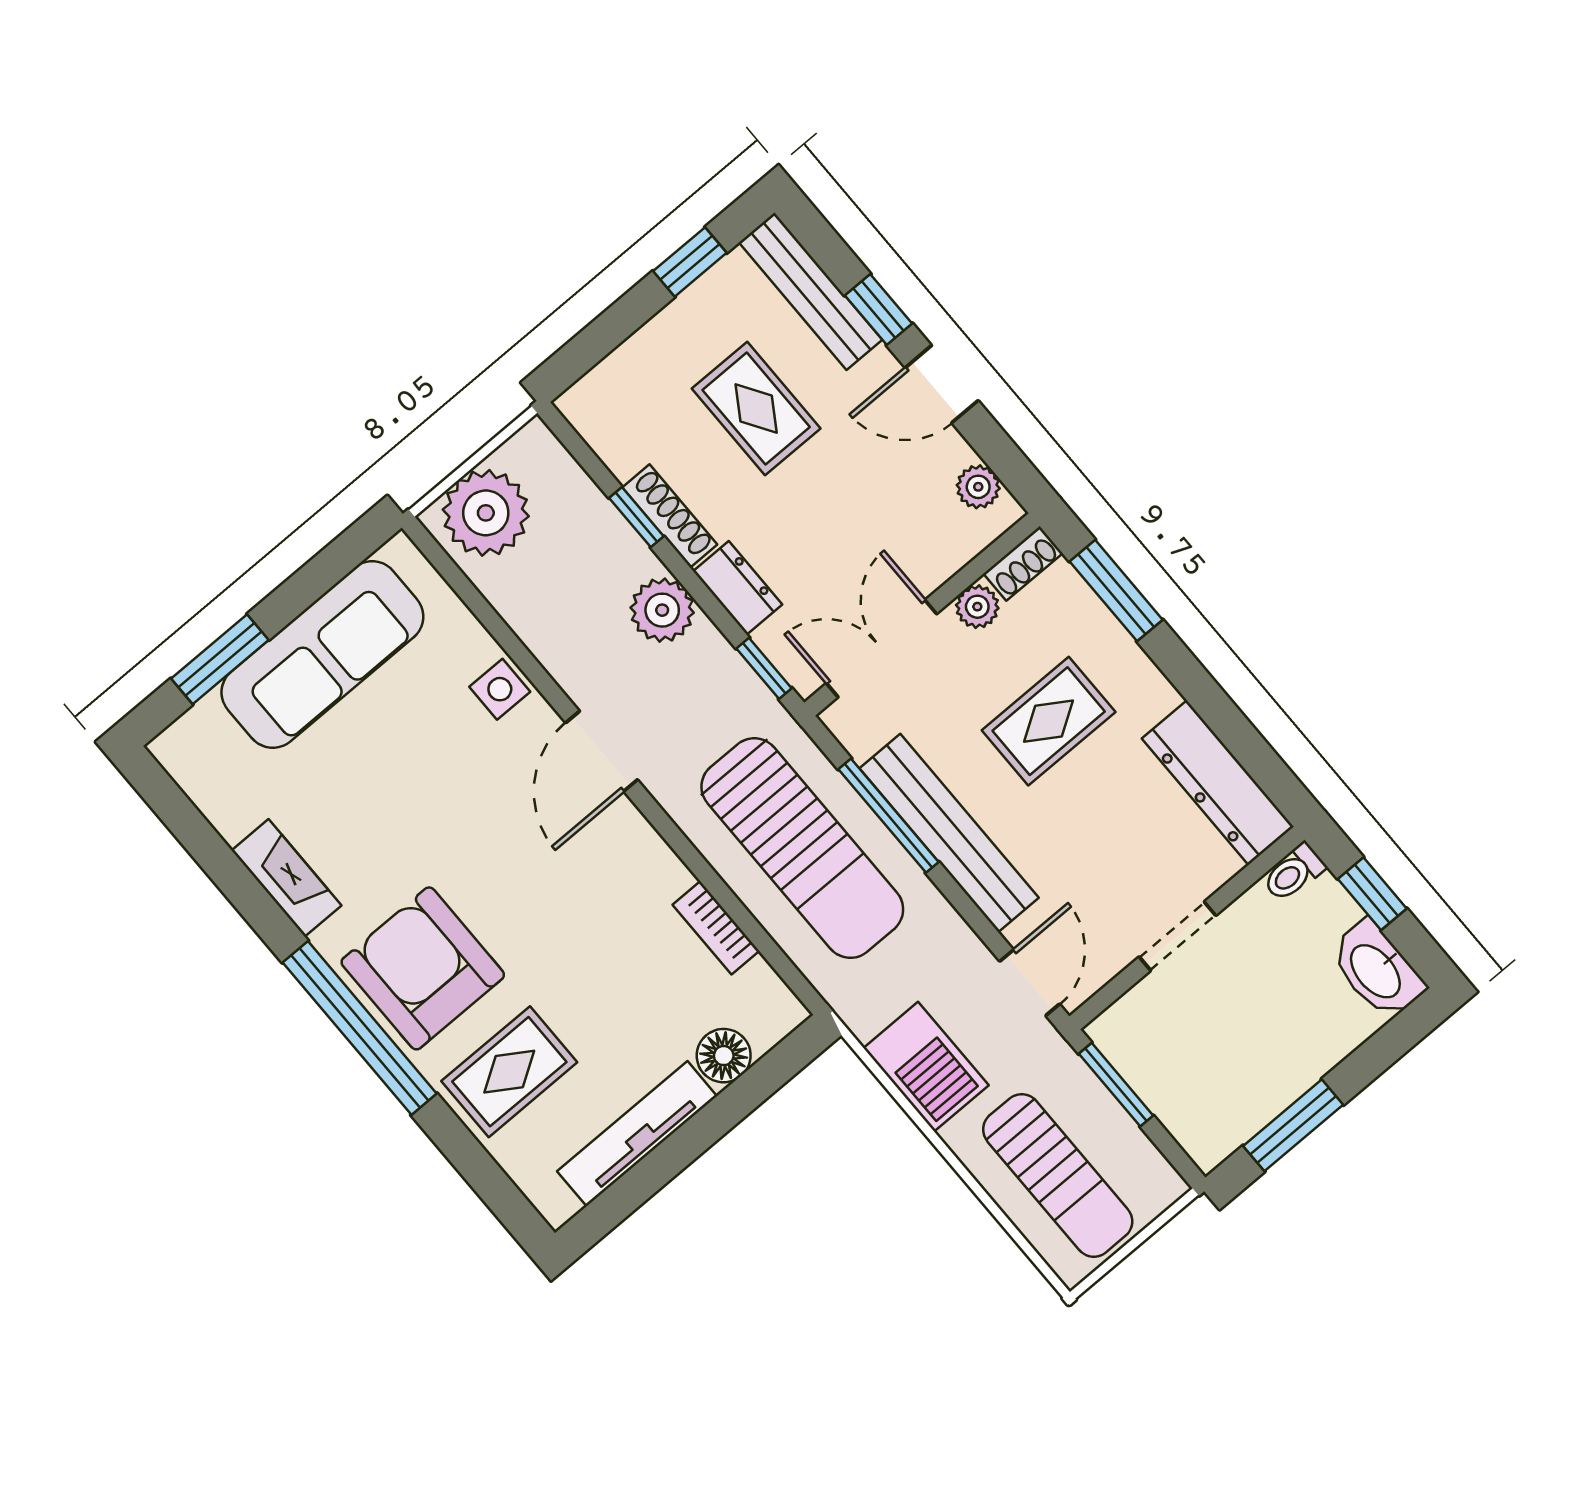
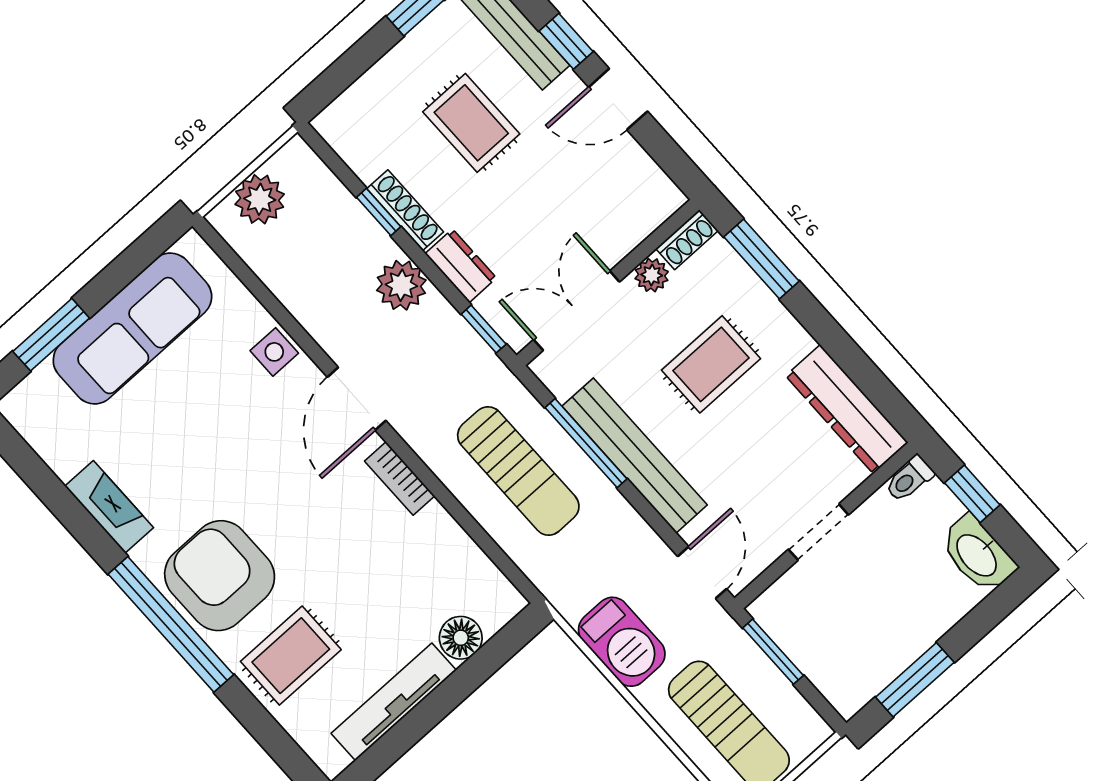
plant: (978, 487) -> (650, 180), removed
plant: (486, 513) -> (260, 199), width x0.73, depth x0.73
sun lounger: (802, 848) -> (518, 471), width x0.73, depth x0.75
bookcase: (716, 928) -> (400, 479), moved

